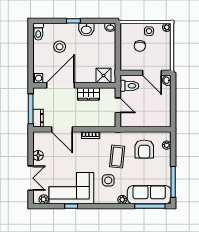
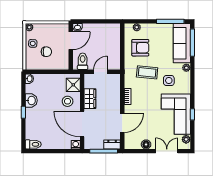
stool: (60, 47) -> (68, 101), moved

